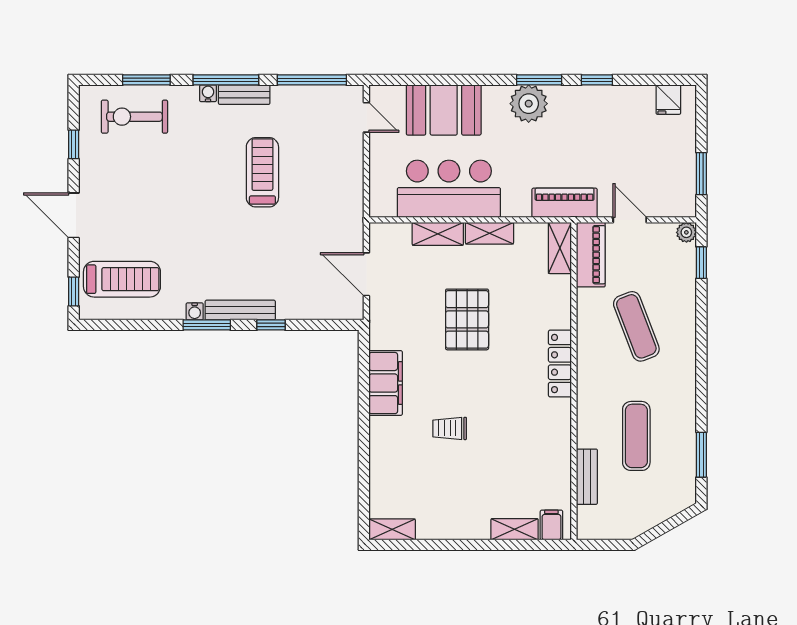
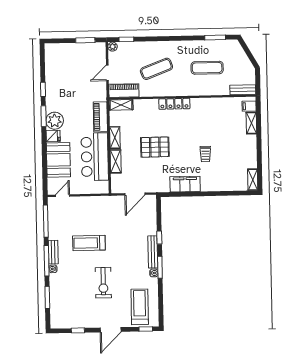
fridge: (668, 100) -> (53, 136), moved
exercise bike: (134, 117) -> (103, 283), moved
piano: (565, 203) -> (100, 117), moved
bench: (587, 477) -> (243, 90), moved

